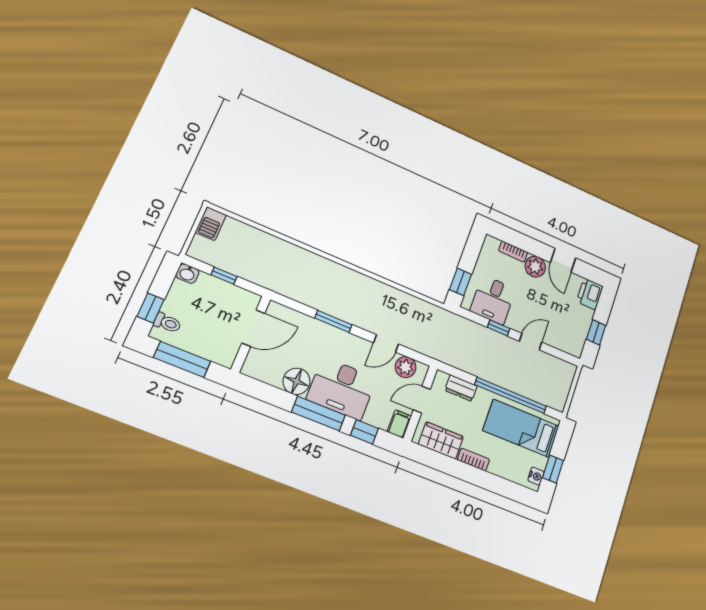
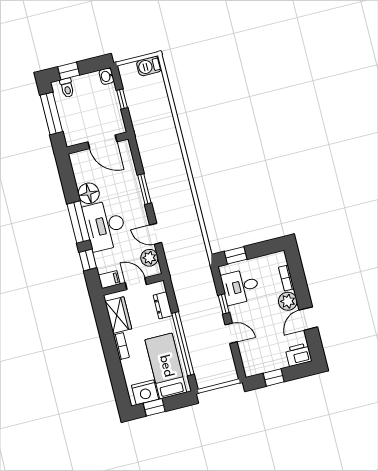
nightstand: (536, 476) -> (145, 392), width x1.89, depth x1.79

